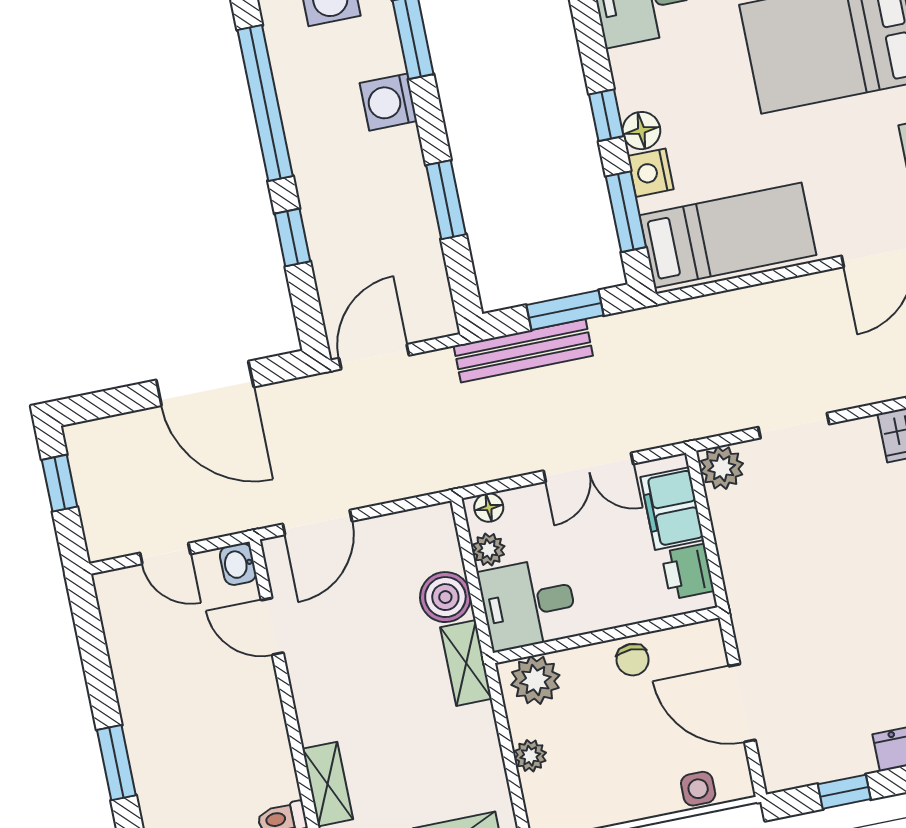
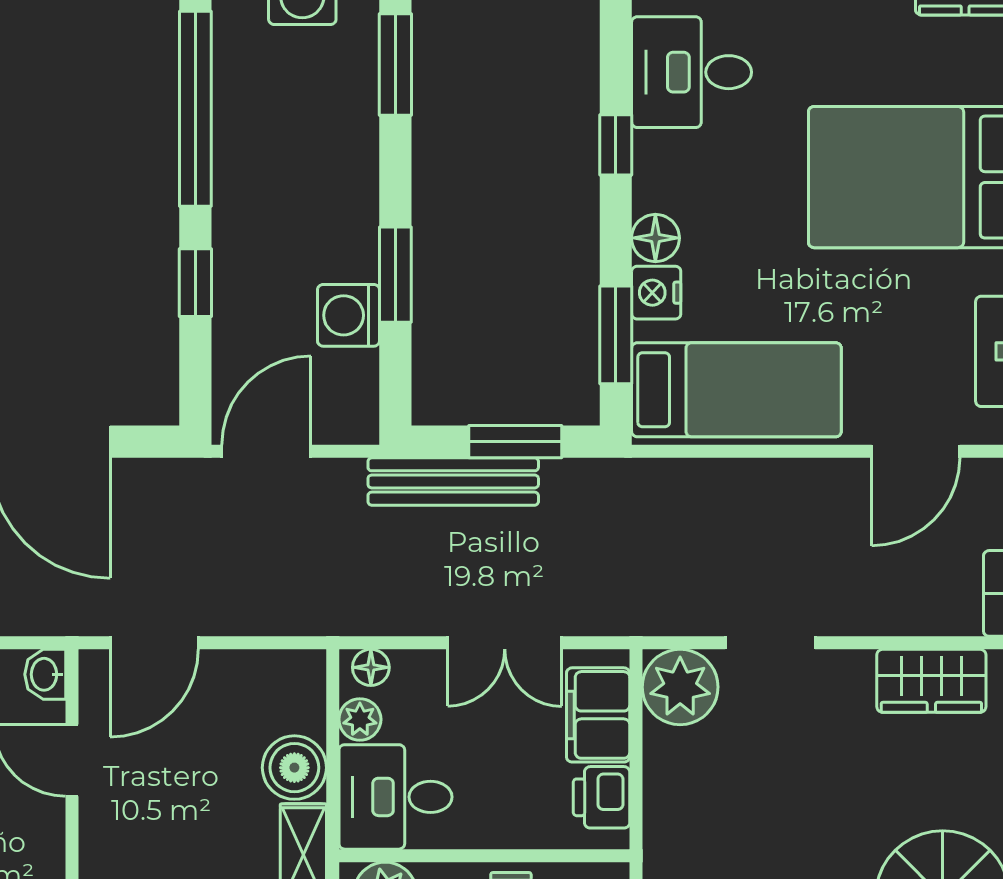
washing machine: (388, 102) -> (349, 315), moved
window: (606, 115) -> (616, 145), moved
plant: (722, 468) -> (680, 687), width x1.36, depth x1.36

